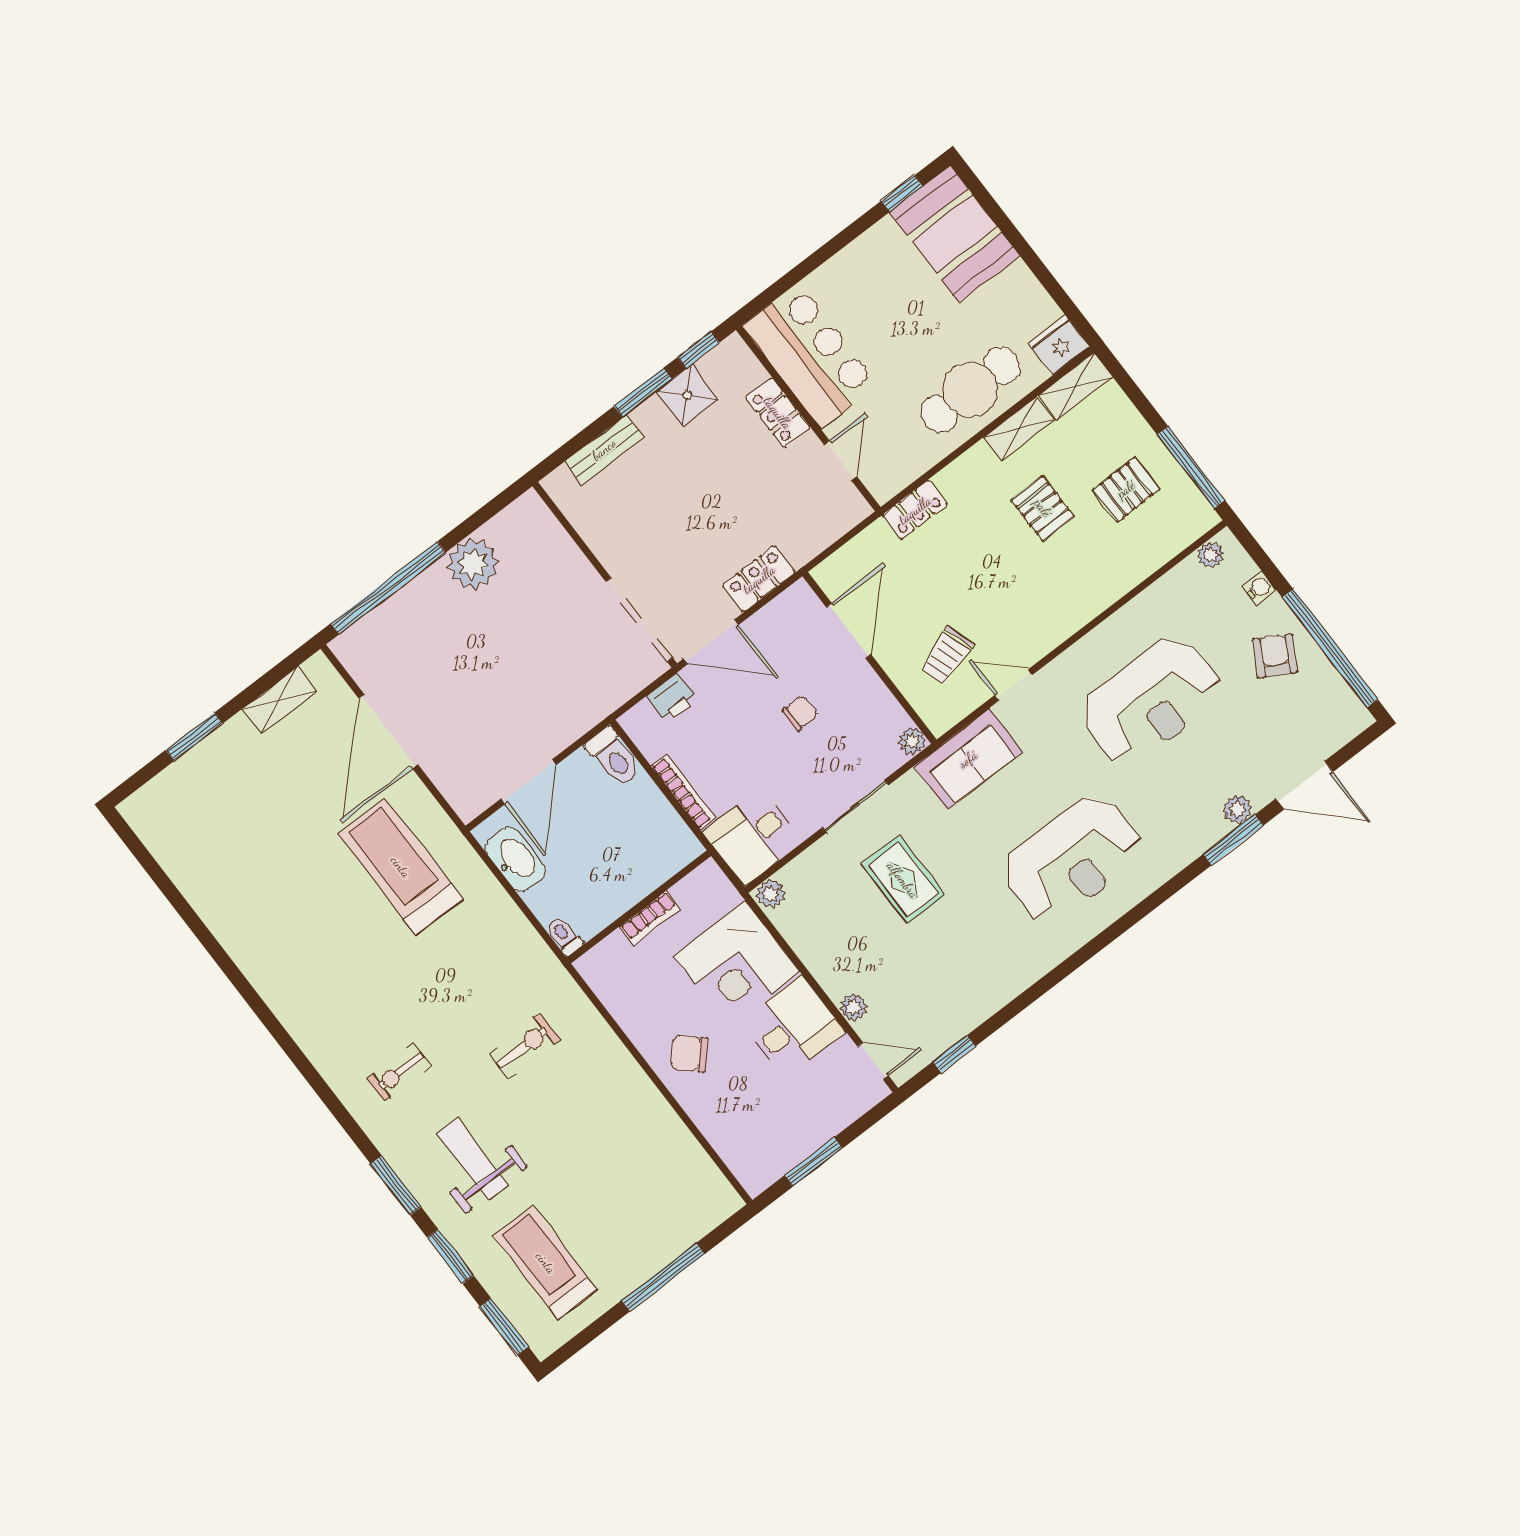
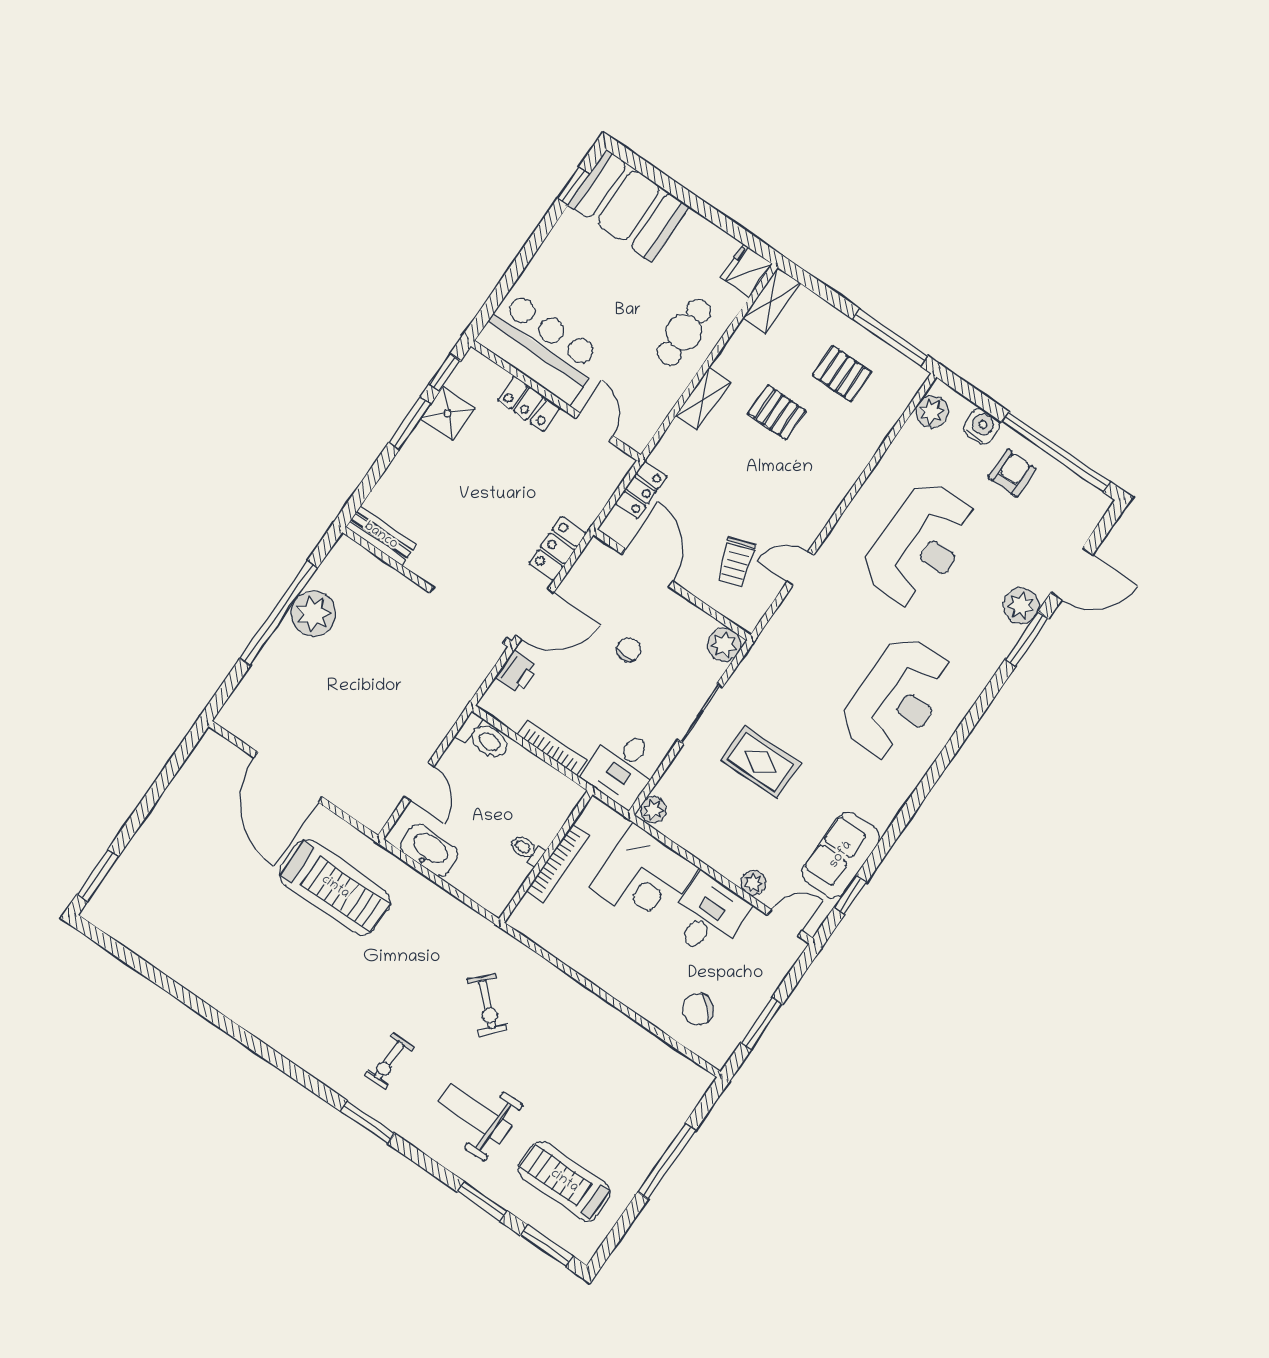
cafe table: (970, 390) -> (684, 332), width x0.73, depth x0.74
shelving: (1019, 429) -> (703, 399), moved
bench: (604, 449) -> (381, 536), moved, turned 90
pallet: (1126, 489) -> (842, 374), turned 90
locker: (915, 510) -> (641, 490), moved
plant: (1211, 555) -> (932, 412), width x1.38, depth x1.38
window: (388, 588) -> (279, 613), moved
water cooler: (1259, 588) -> (981, 426), width x1.38, depth x1.38
armchair: (1275, 656) -> (1012, 473), turned 61
shelving: (280, 700) -> (188, 780), removed
window: (194, 737) -> (98, 875), moved
plant: (912, 741) -> (724, 645), width x1.38, depth x1.38
sofa: (968, 759) -> (841, 855), moved, turned 180
door: (528, 782) -> (419, 782), width x0.73
plant: (1237, 809) -> (1021, 606), width x1.38, depth x1.38
treadmill: (401, 867) -> (335, 887), turned 180
bookcase: (650, 918) -> (558, 863), width x1.56
toilet: (564, 936) -> (527, 849), moved
exercise bike: (524, 1046) -> (487, 1005), turned 133
chair: (689, 1053) -> (698, 1009), moved
window: (396, 1185) -> (368, 1122), moved

